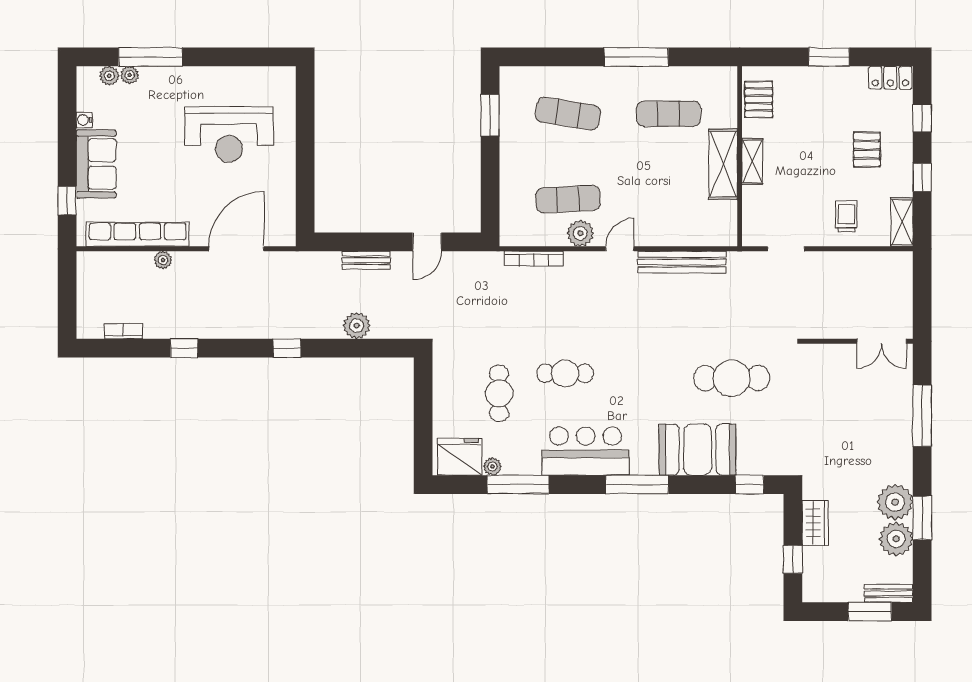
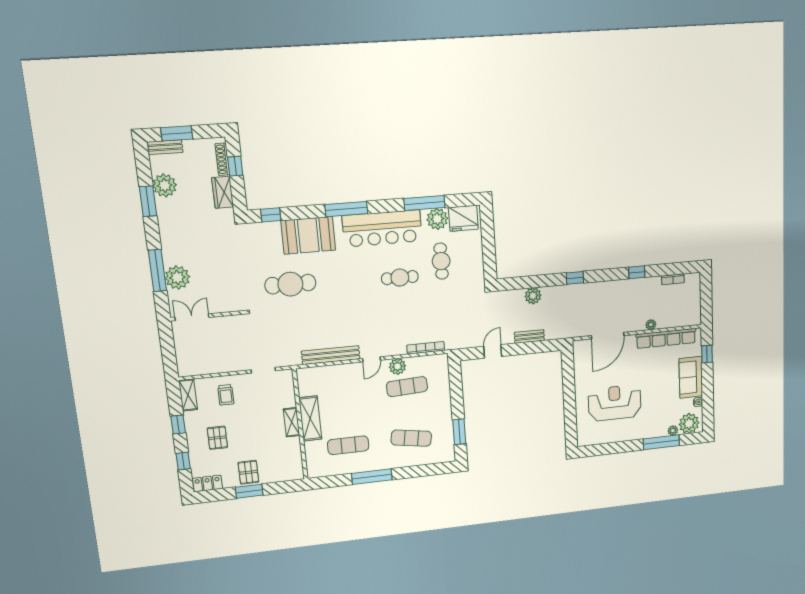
plant: (109, 76) -> (689, 423), width x1.88, depth x1.88
pallet: (759, 99) -> (248, 472), moved
bar counter: (586, 451) -> (382, 228), width x1.36
plant: (492, 467) -> (437, 219), width x1.88, depth x1.88
plant: (895, 502) -> (177, 277), moved
shoe rack: (810, 571) -> (222, 159), added

